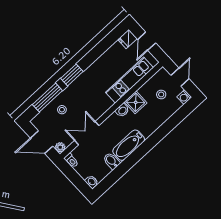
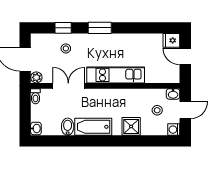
door: (147, 41) -> (185, 56), hinge flipped
kitchen unit: (130, 80) -> (116, 75), moved
window: (47, 98) -> (63, 28), width x0.46
shower: (136, 102) -> (131, 126), moved
washbasin: (122, 110) -> (173, 94), moved

